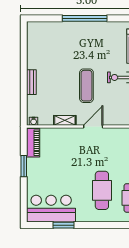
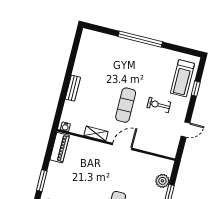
window: (24, 166) -> (42, 181), moved

